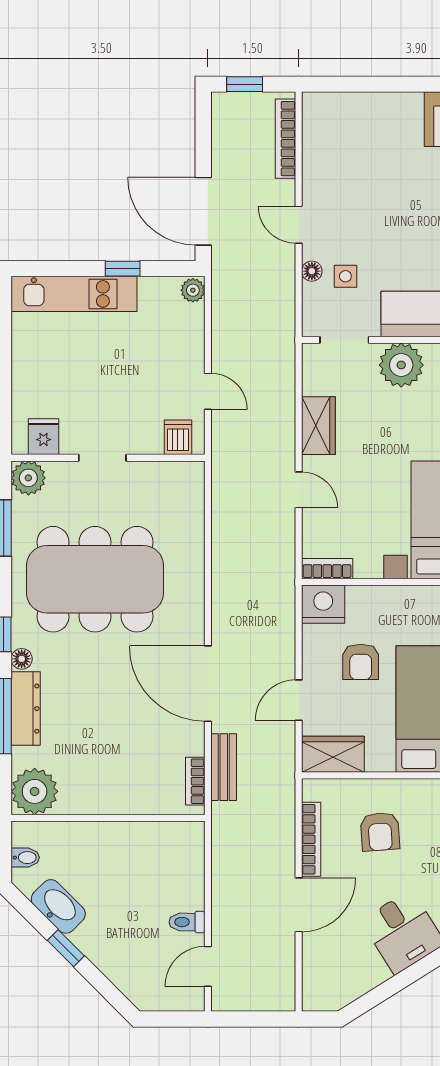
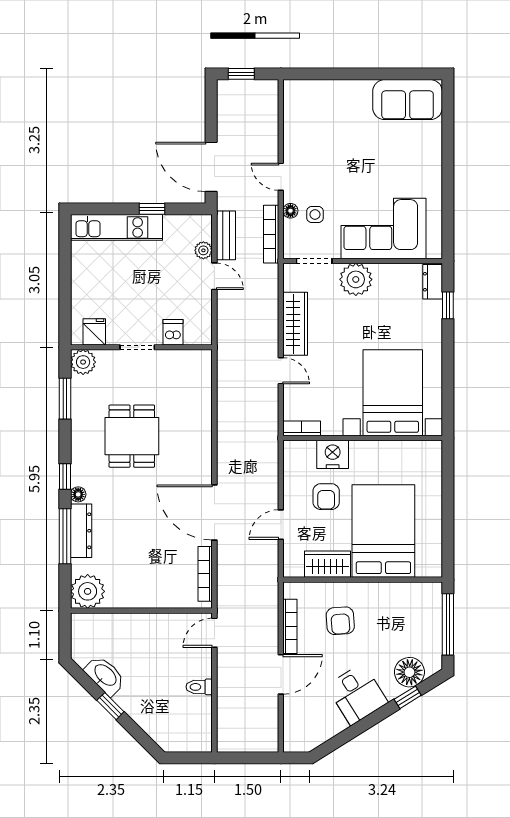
bookcase: (285, 139) -> (271, 234), moved
plant: (193, 290) -> (203, 250), moved
door: (208, 391) -> (214, 276), moved
wardrobe: (318, 426) -> (295, 324), width x1.50
dishwasher: (178, 437) -> (173, 332), moved
dining table: (95, 579) -> (132, 436), width x0.53, depth x0.80
nightstand: (323, 604) -> (333, 454), moved
wardrobe: (333, 754) -> (327, 564), moved
bench: (224, 767) -> (226, 235), moved
bookcase: (195, 781) -> (205, 574), width x1.56
bidet: (25, 858) -> (81, 640), removed
door: (208, 966) -> (214, 633), moved

